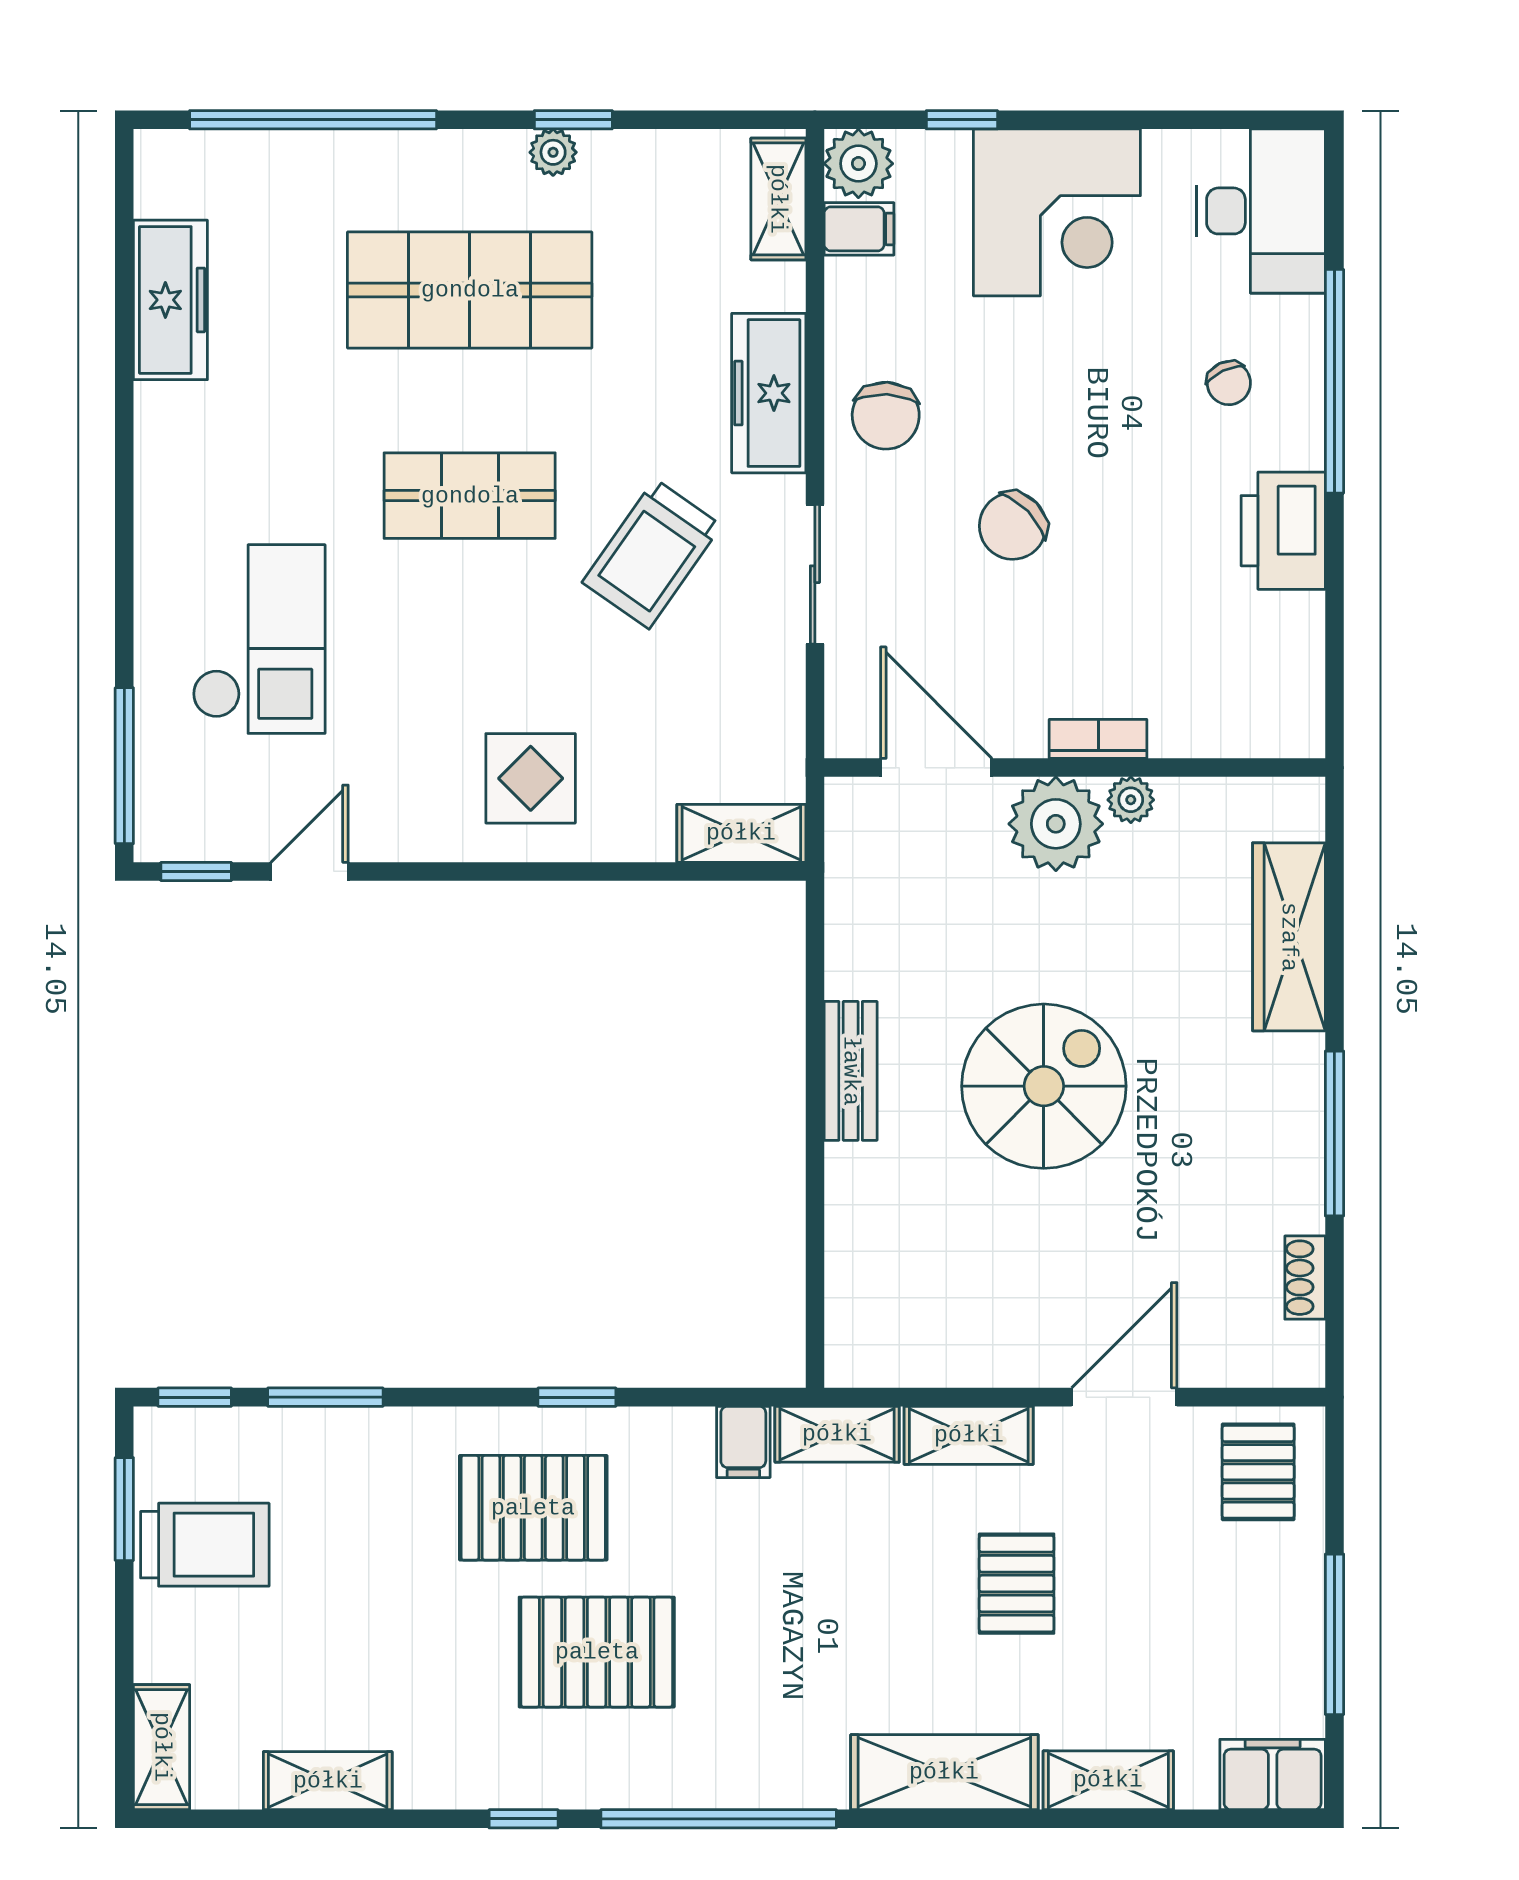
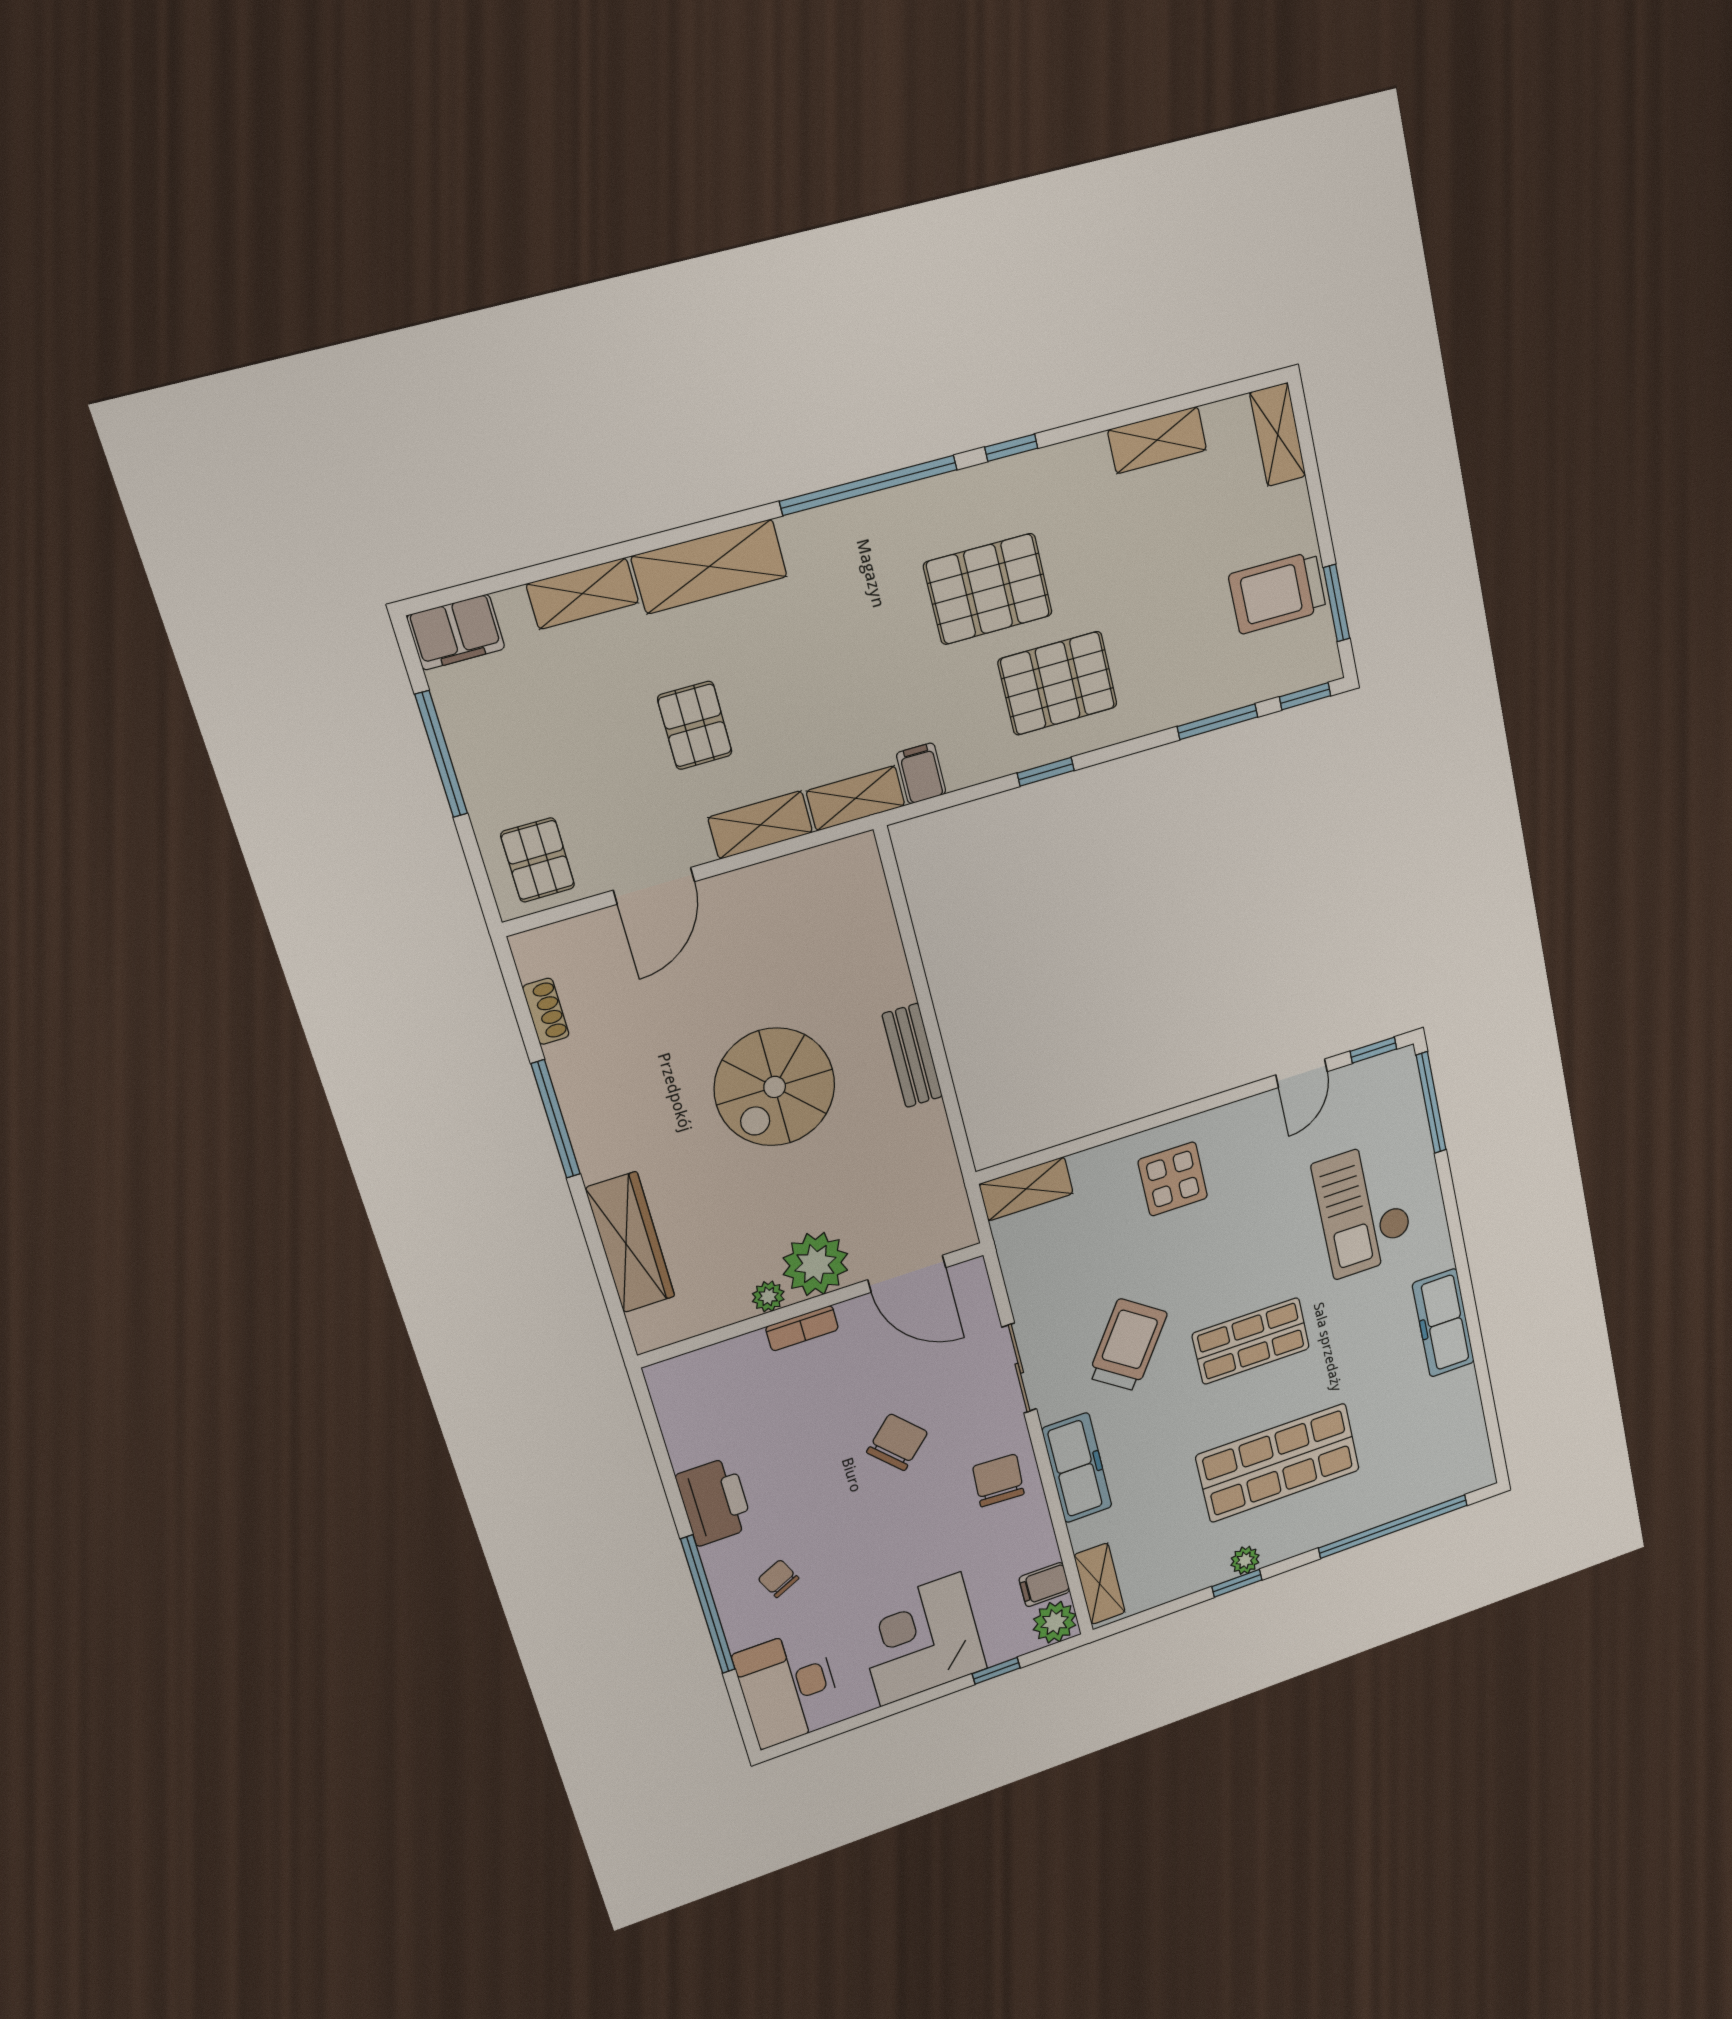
freezer: (170, 300) -> (1443, 1323), moved

